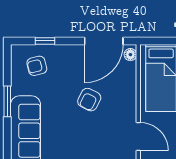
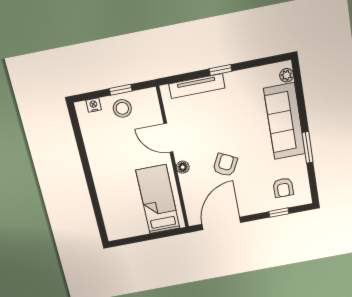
floor lamp: (130, 55) -> (183, 167), moved
armchair: (37, 66) -> (283, 188), turned 104

